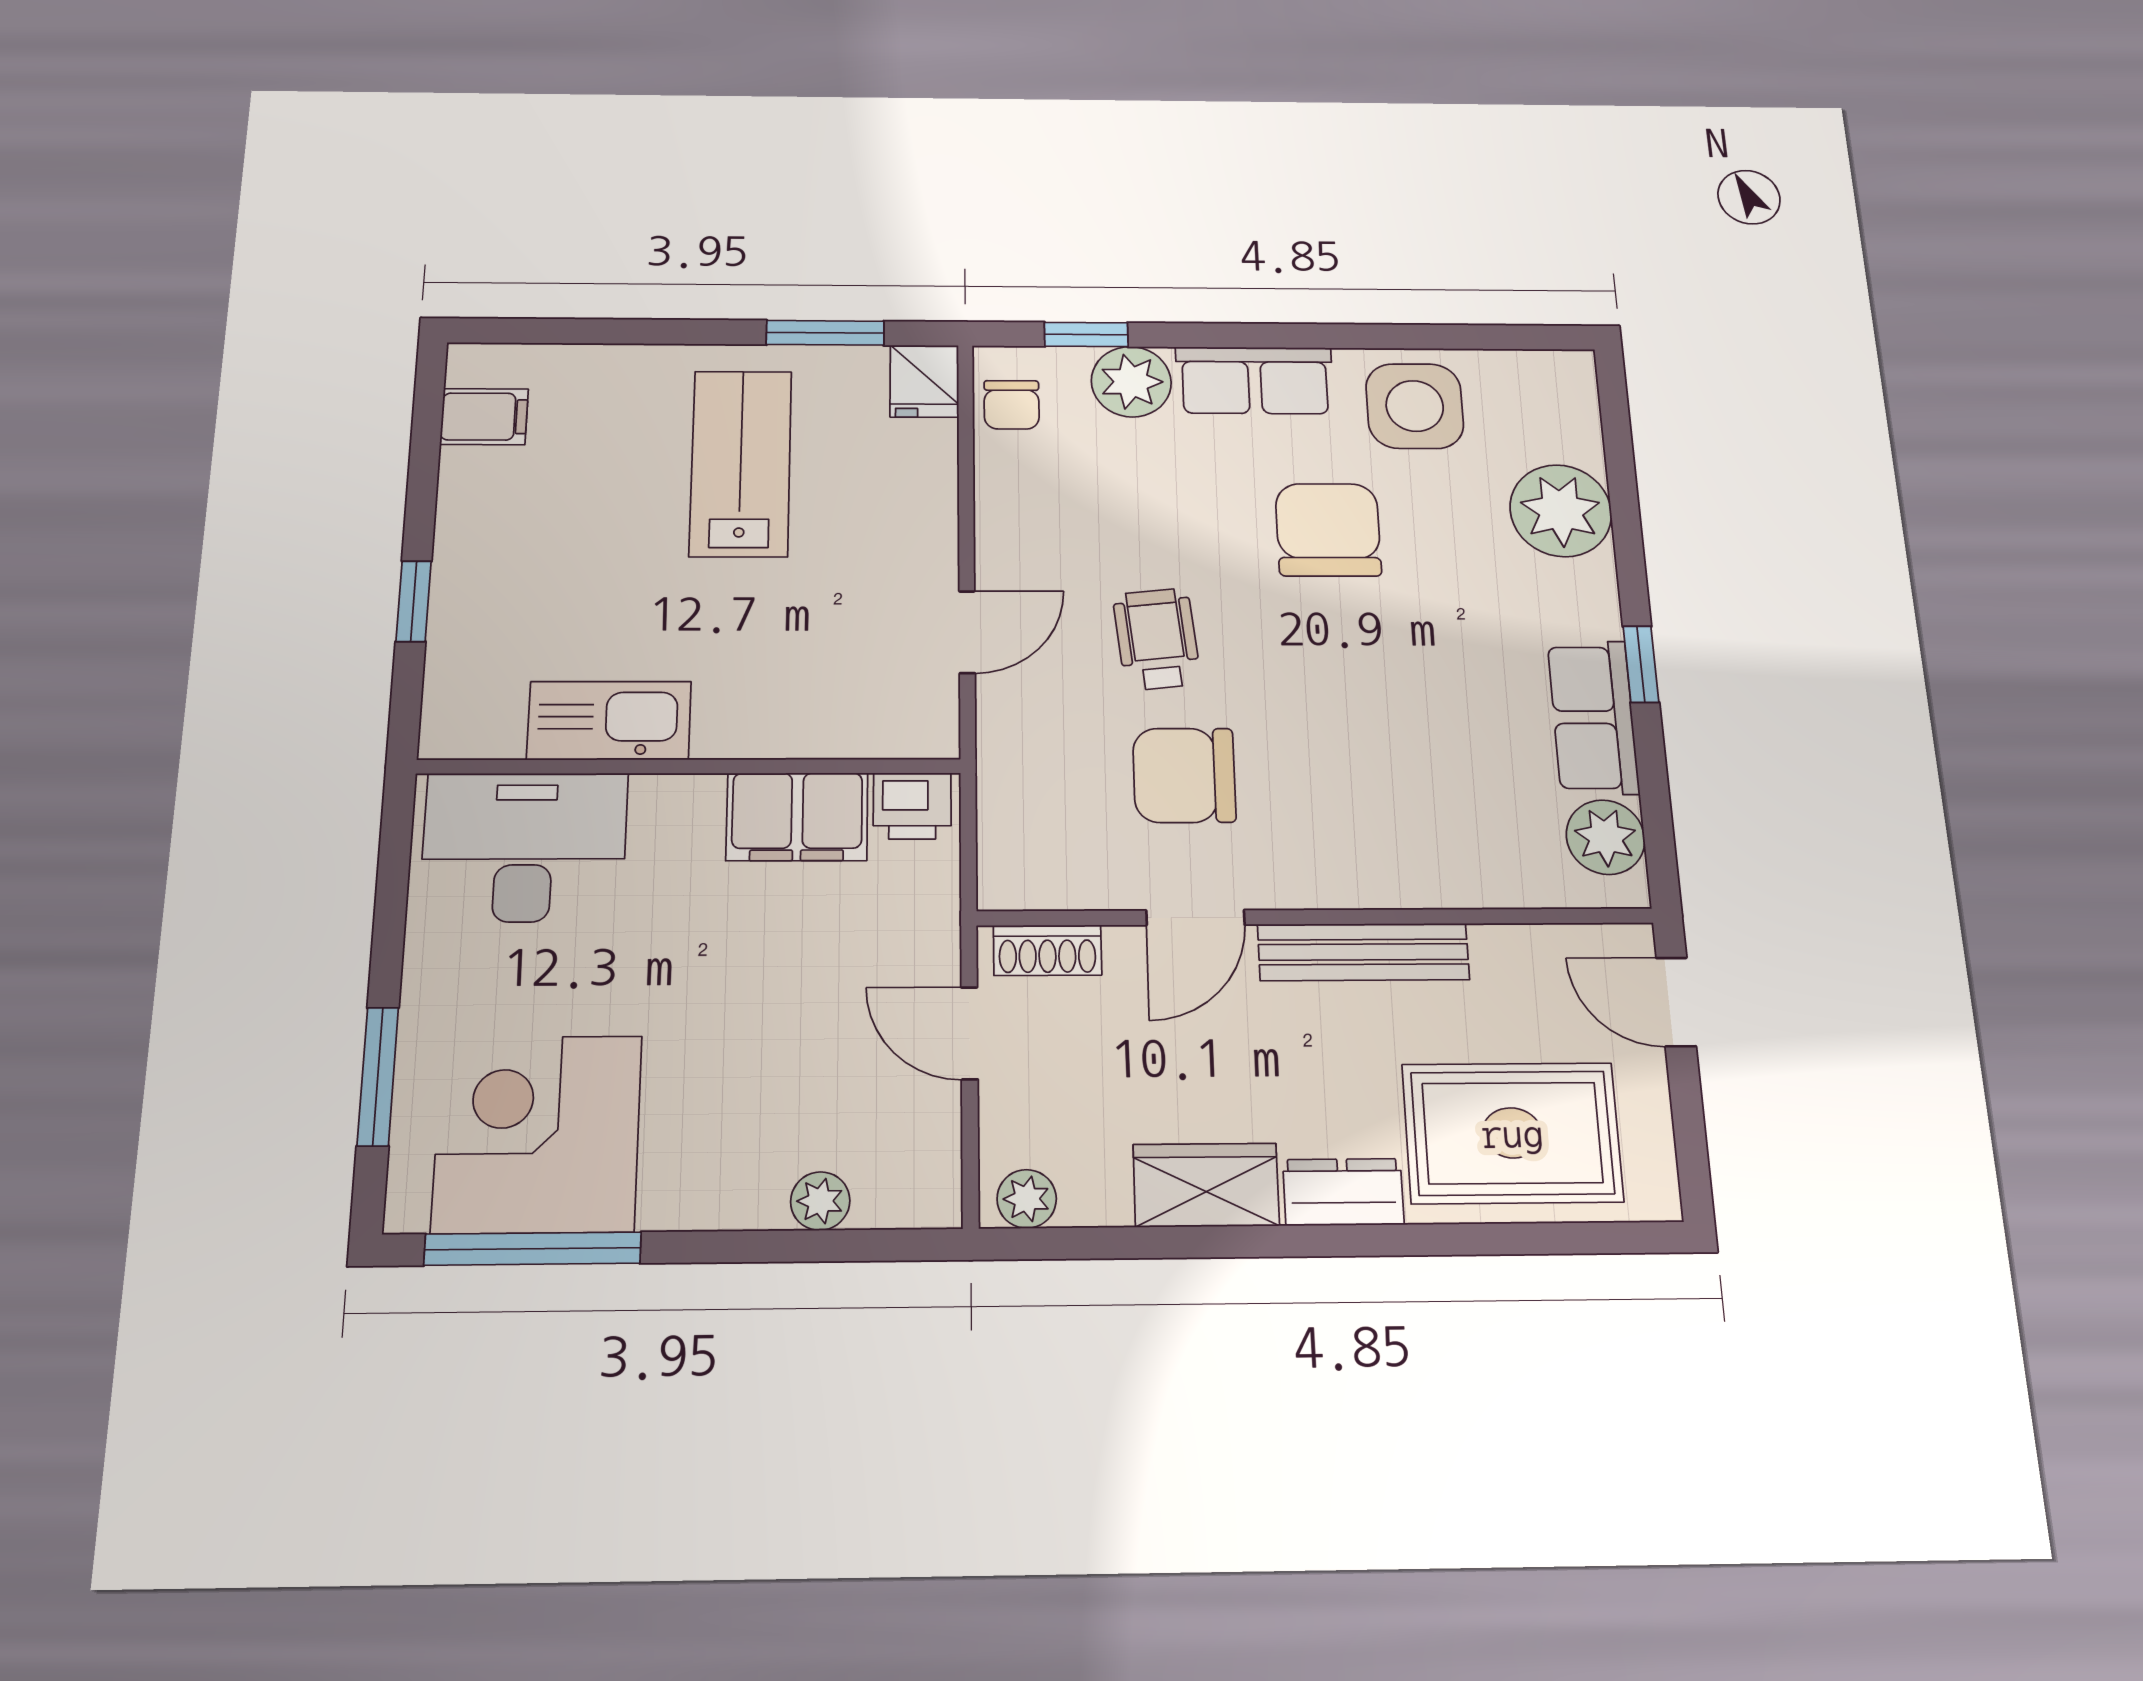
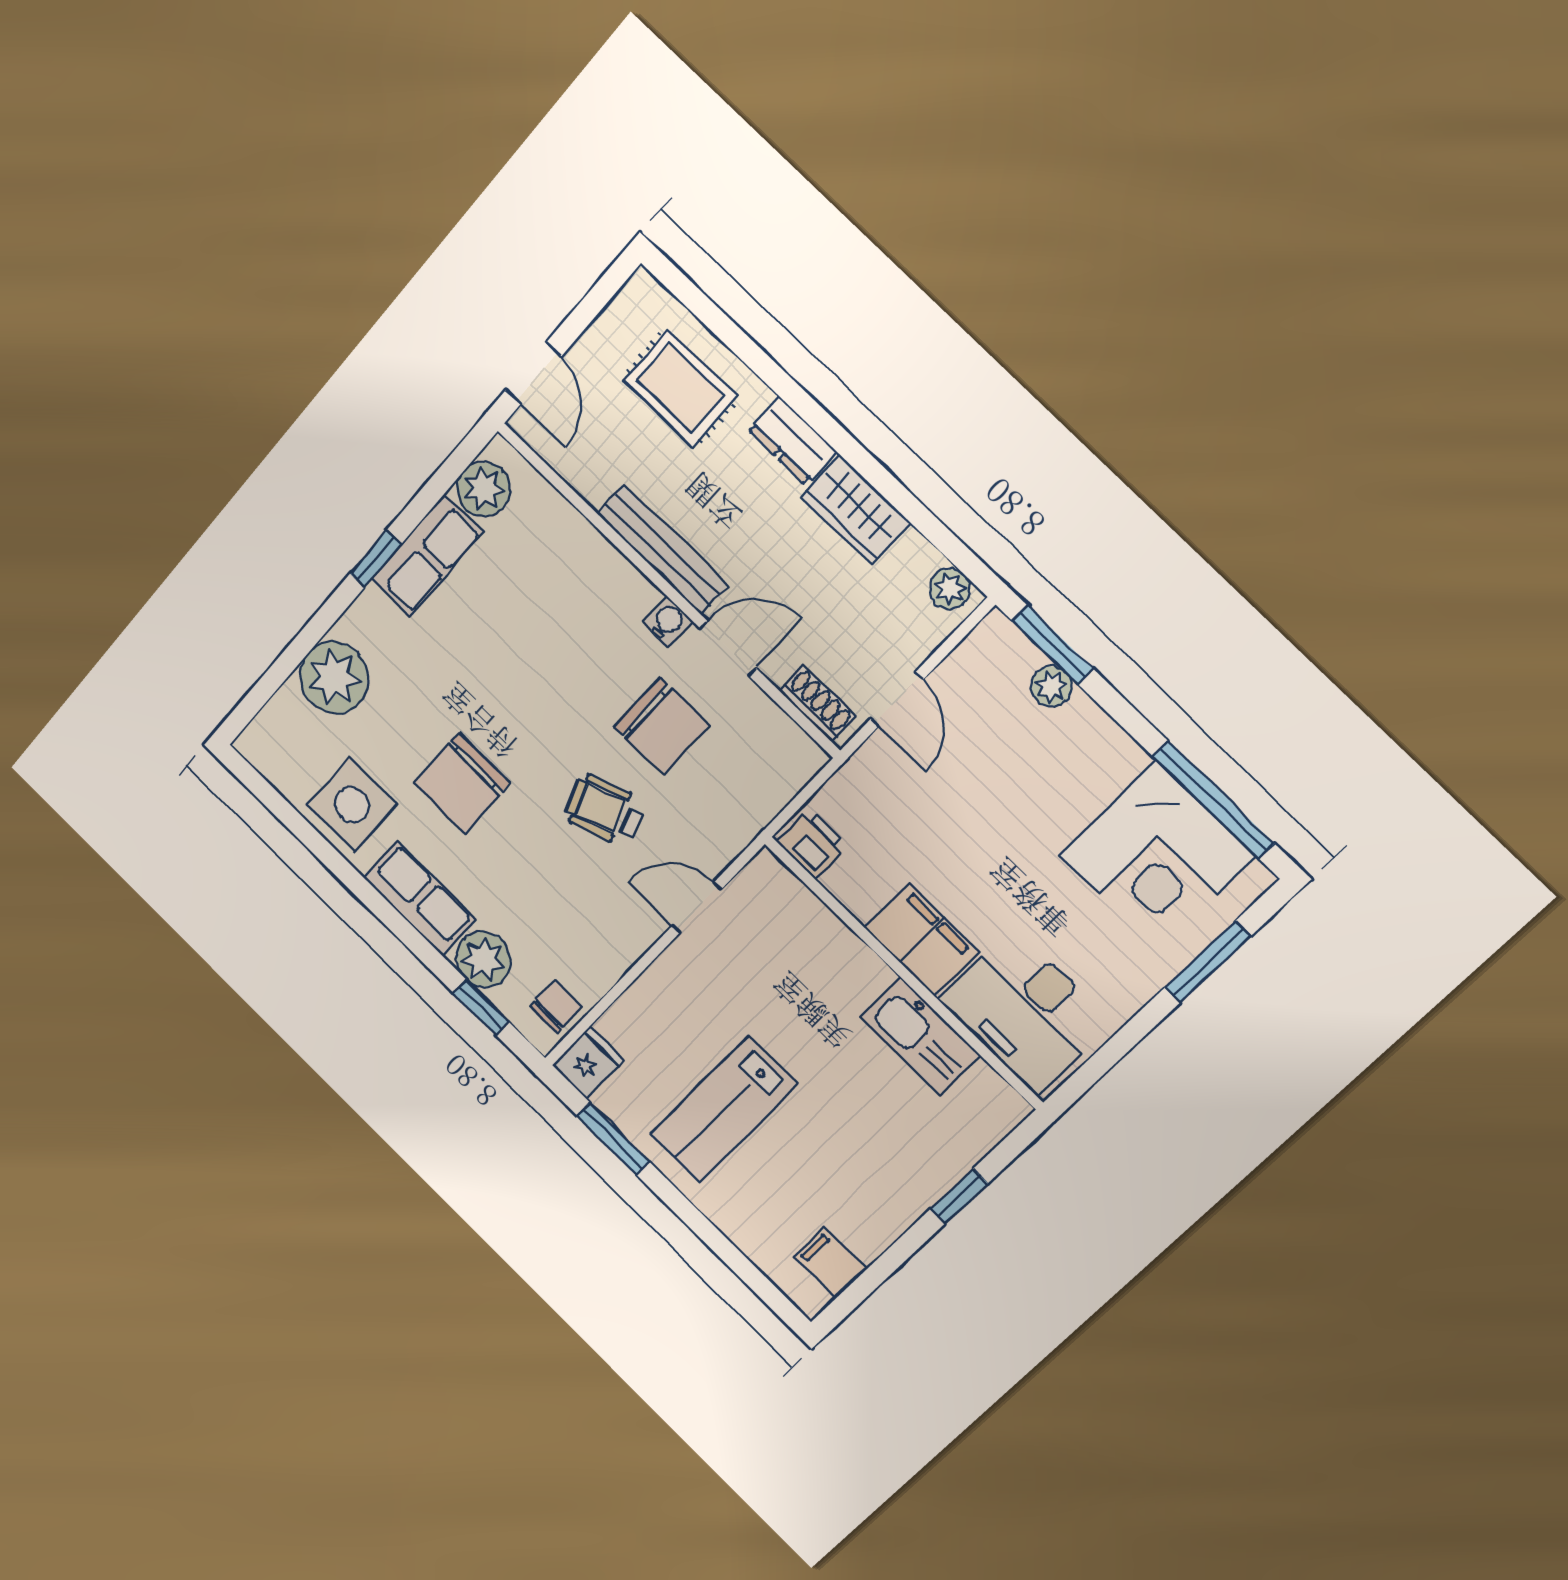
wheelchair: (1157, 639) -> (605, 810), turned 76
filing cabinet: (797, 817) -> (922, 940), moved
water cooler: (1285, 885) -> (667, 621), added
rug: (1512, 1133) -> (680, 388), width x0.73, depth x0.70
window: (861, 1245) -> (1053, 645), added

